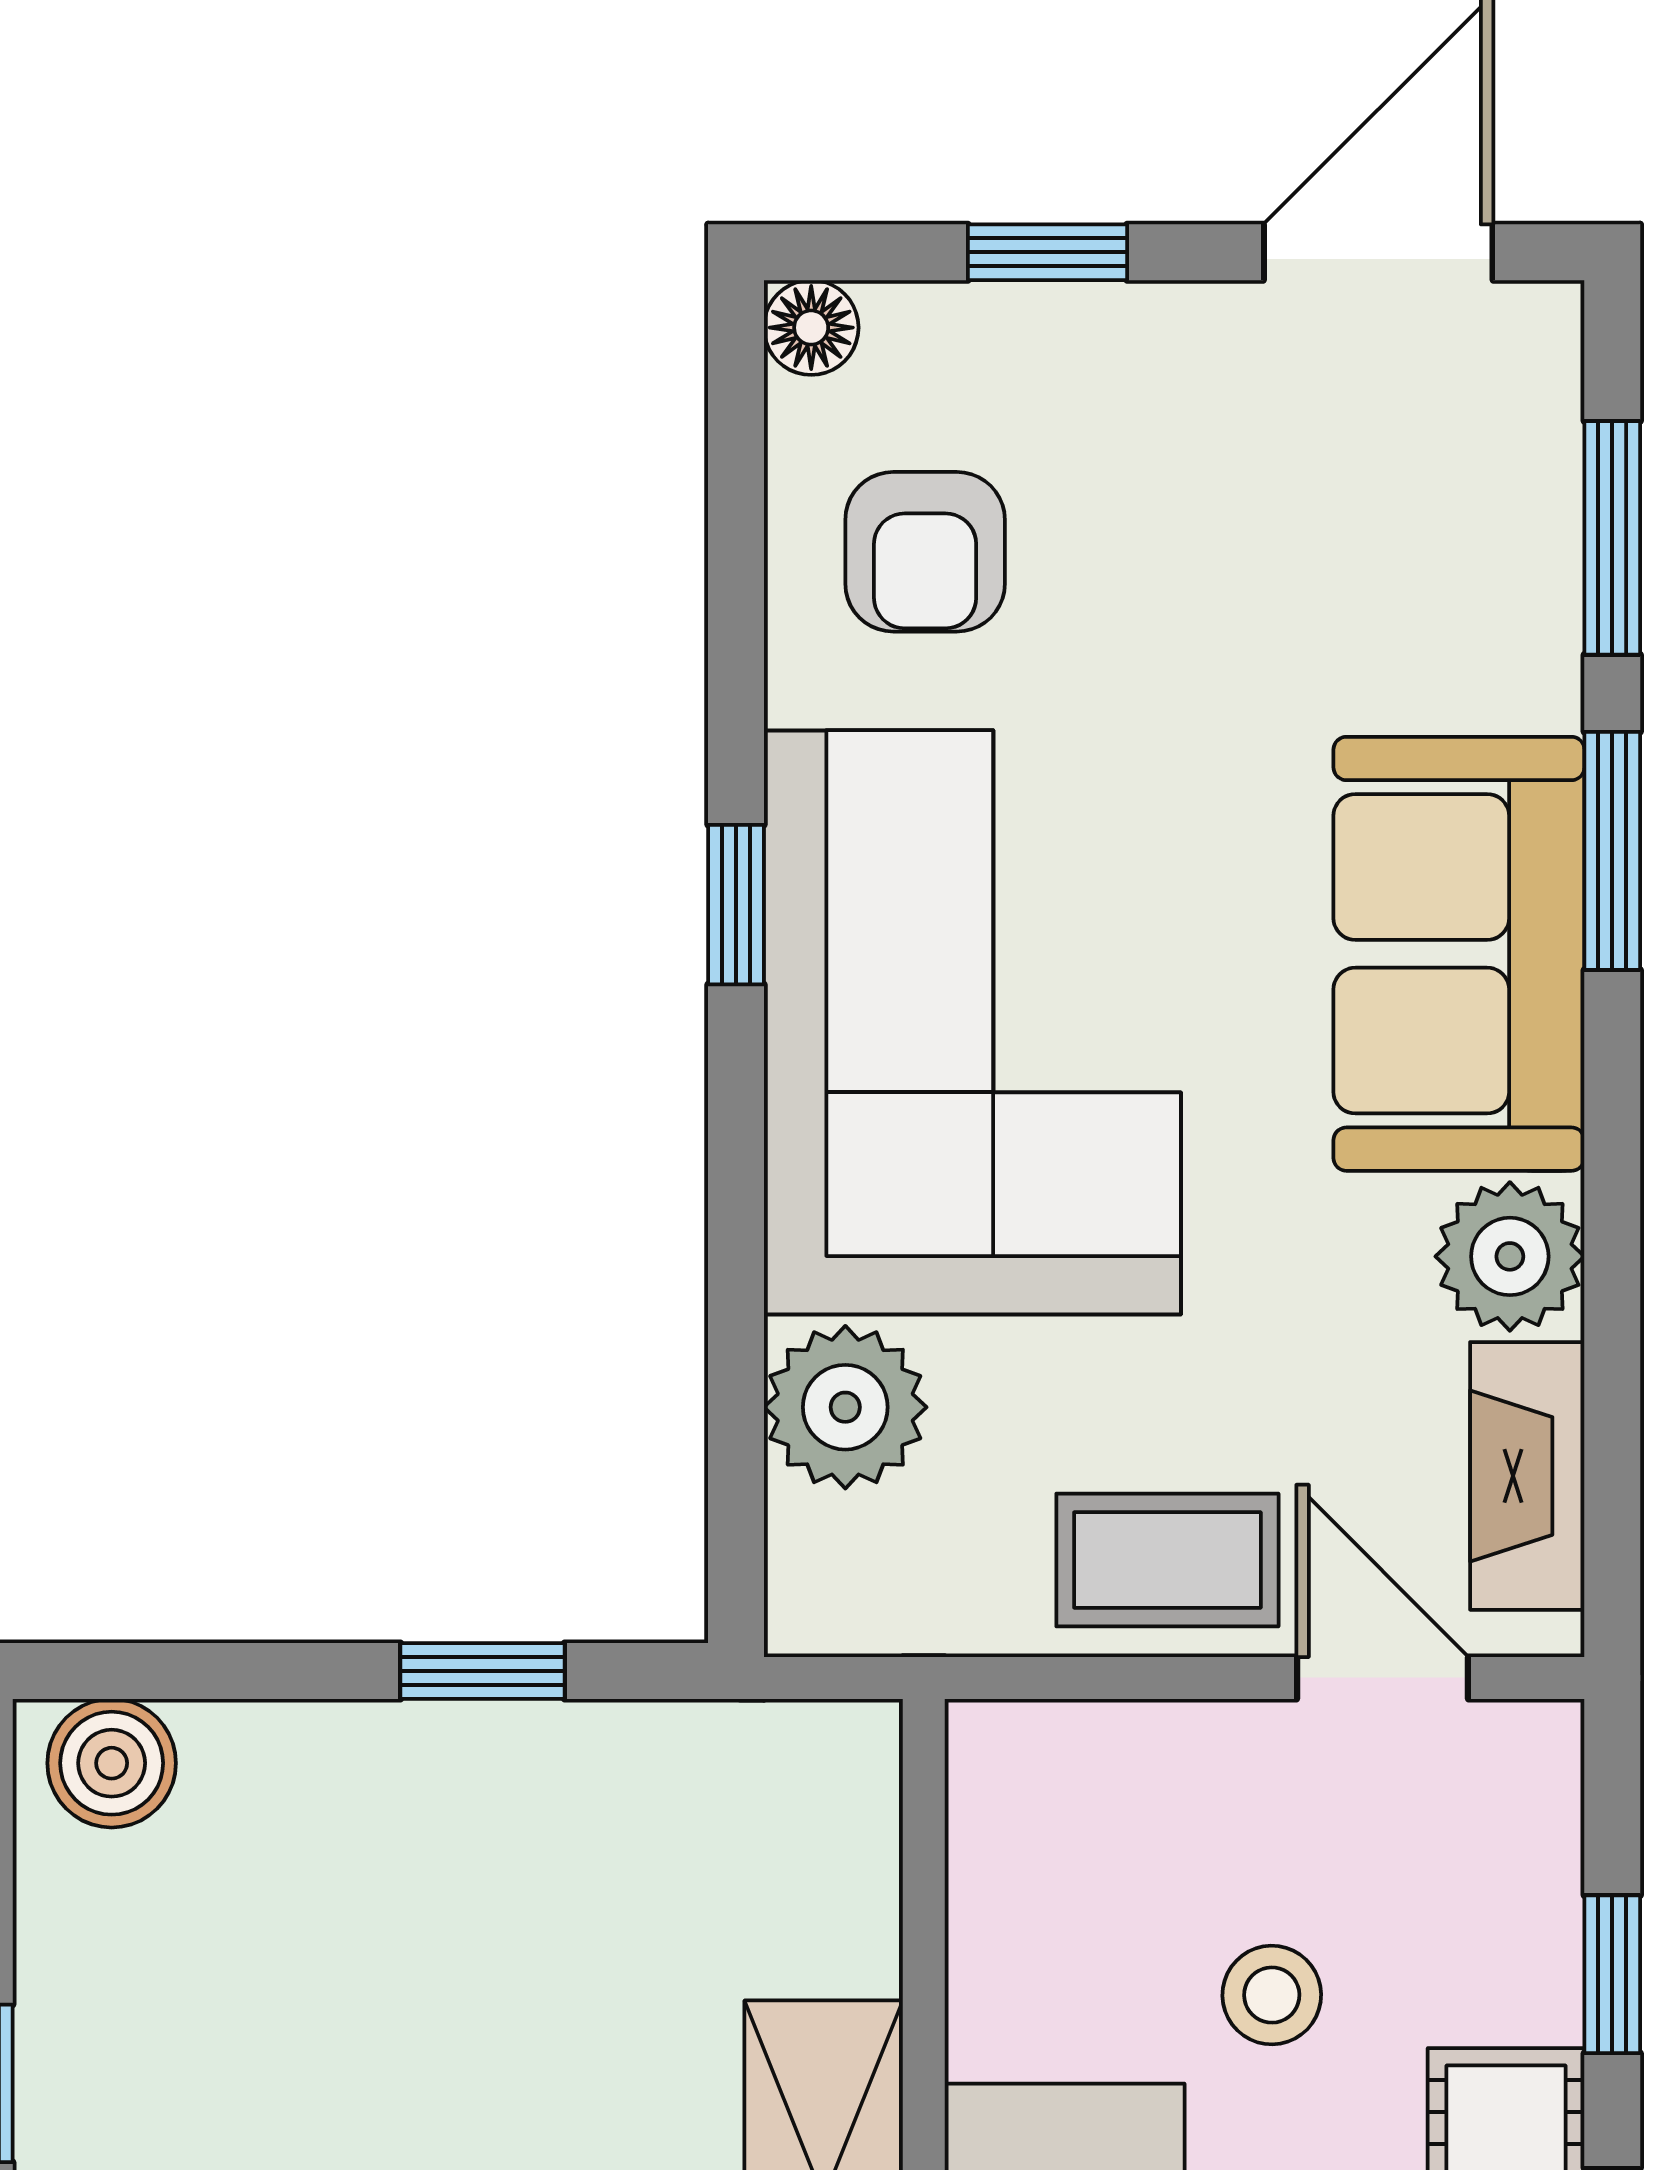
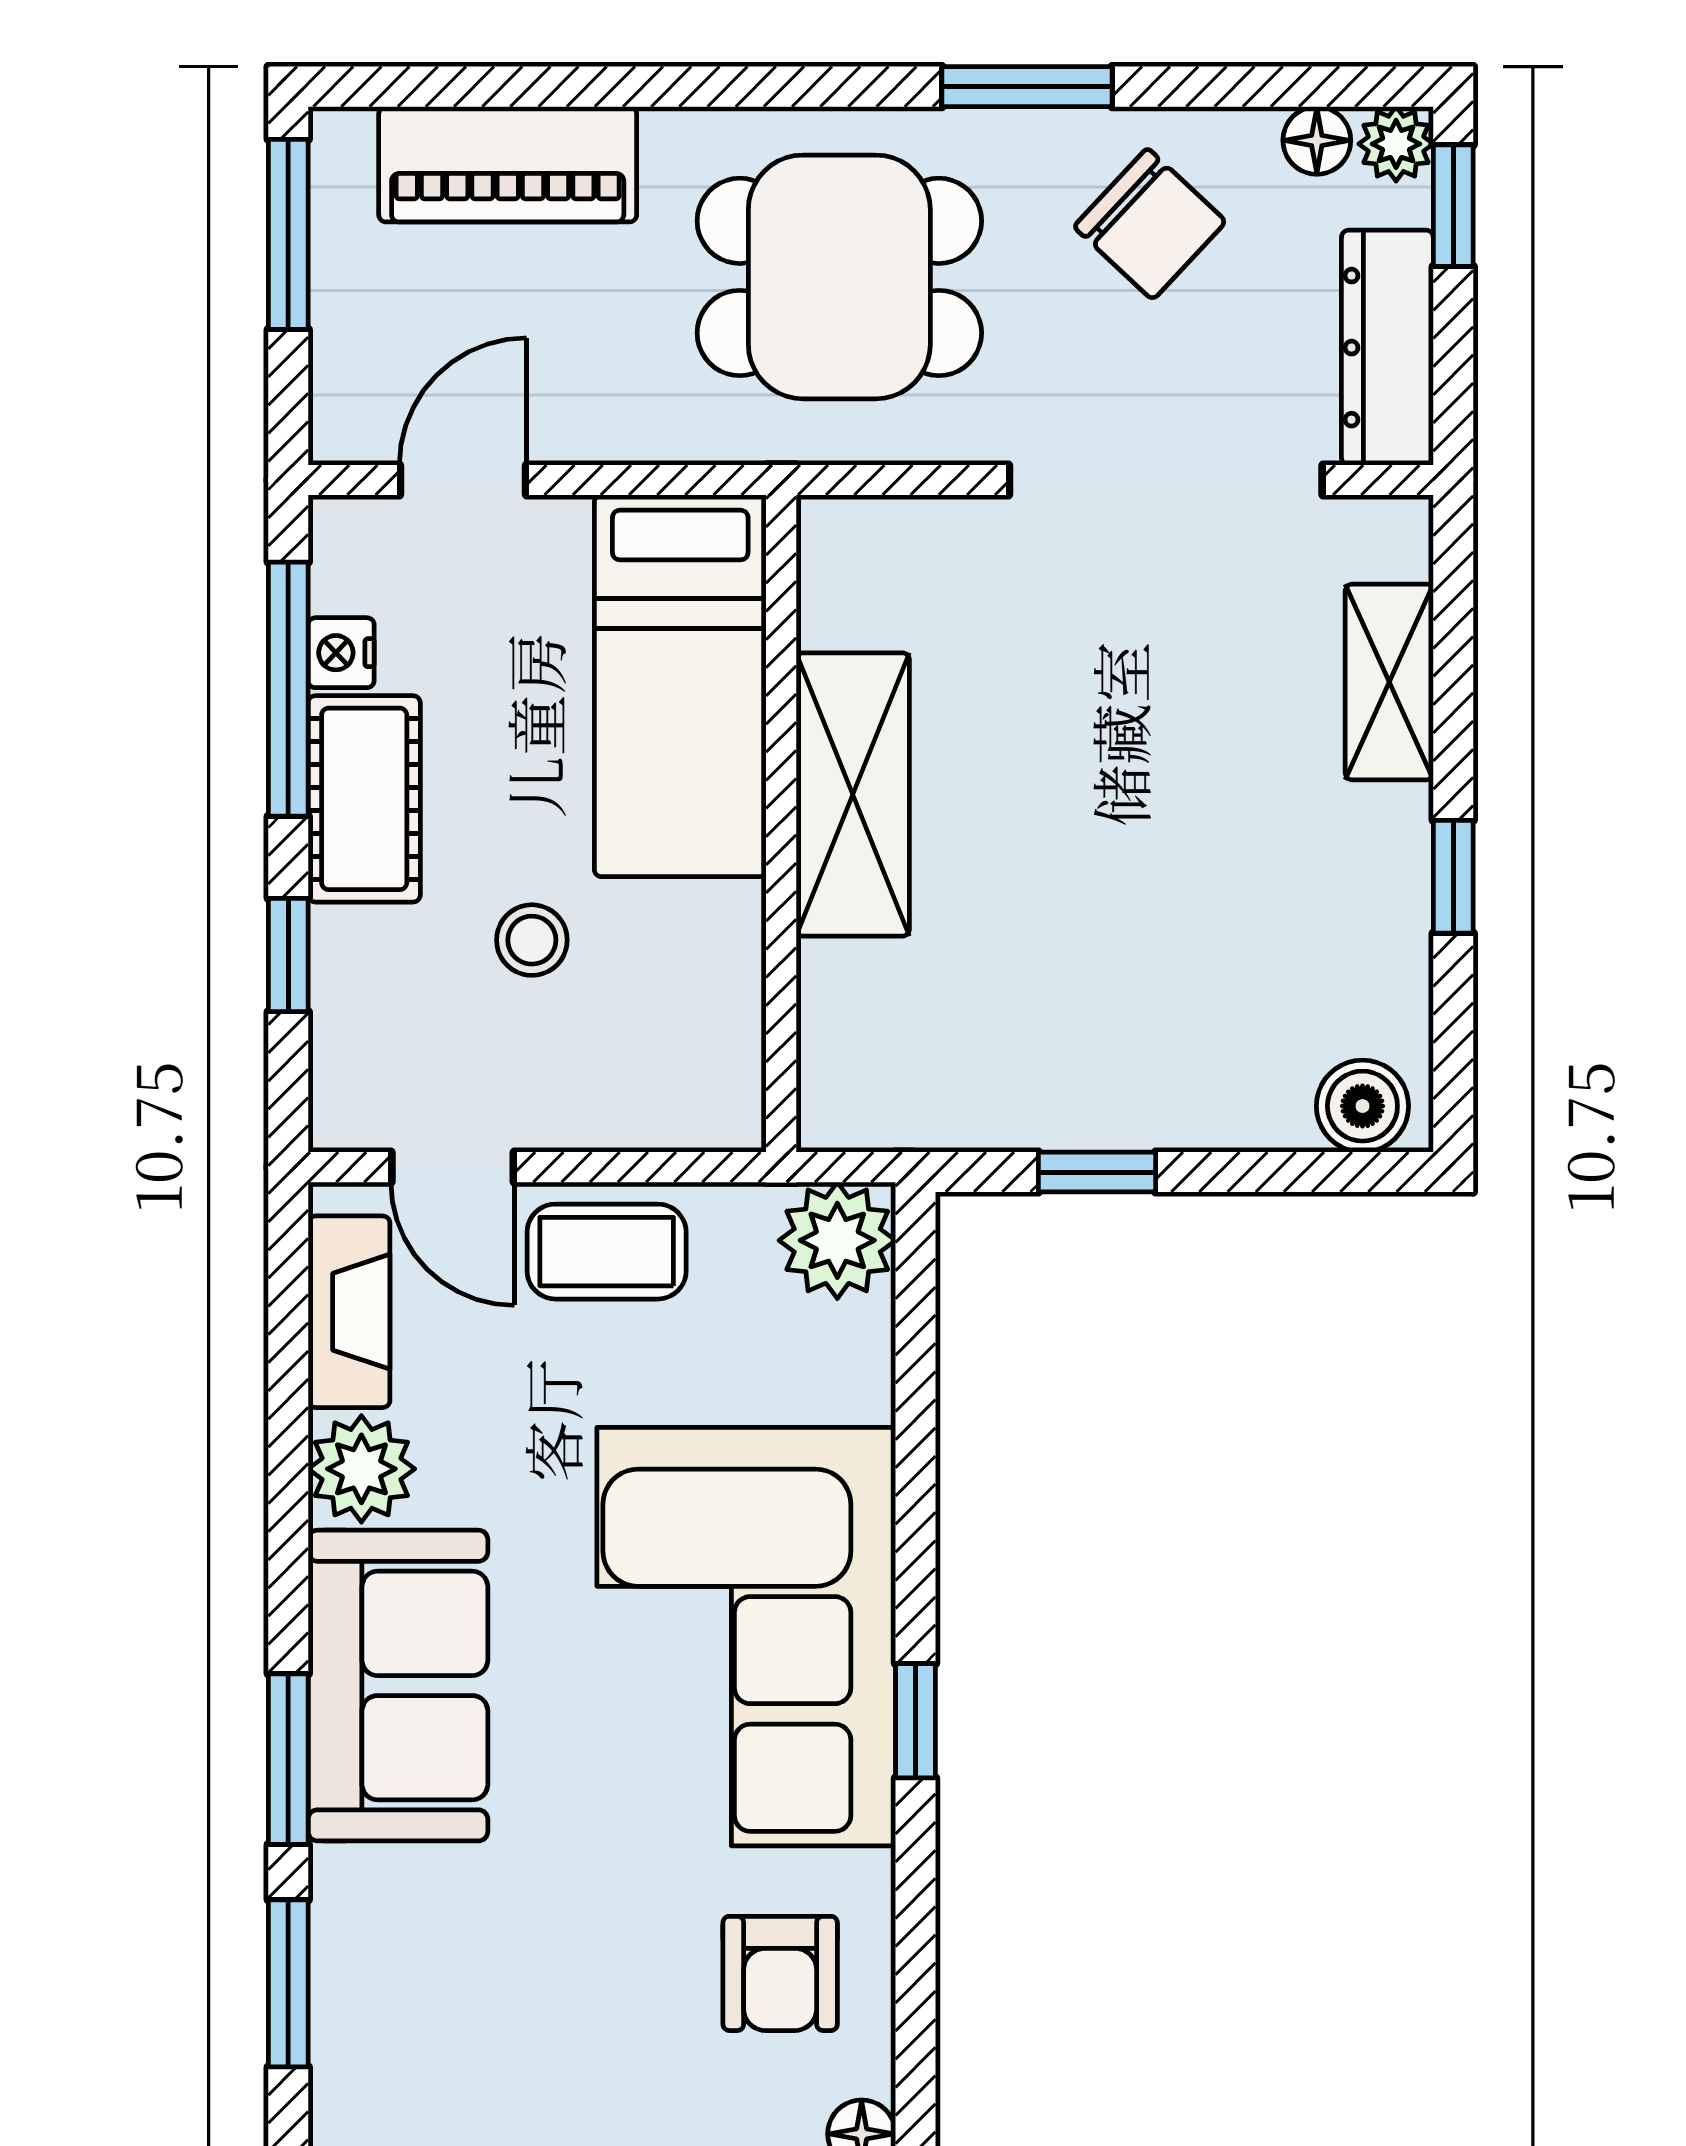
armchair: (925, 552) -> (780, 1973), turned 180
plant: (845, 1407) -> (837, 1240), moved

